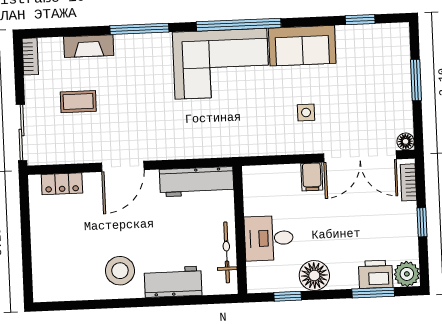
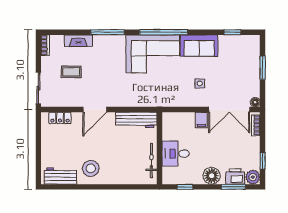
window: (422, 222) -> (263, 161), moved
floor lamp: (314, 275) -> (212, 176), moved
workbench: (173, 282) -> (60, 176), moved

